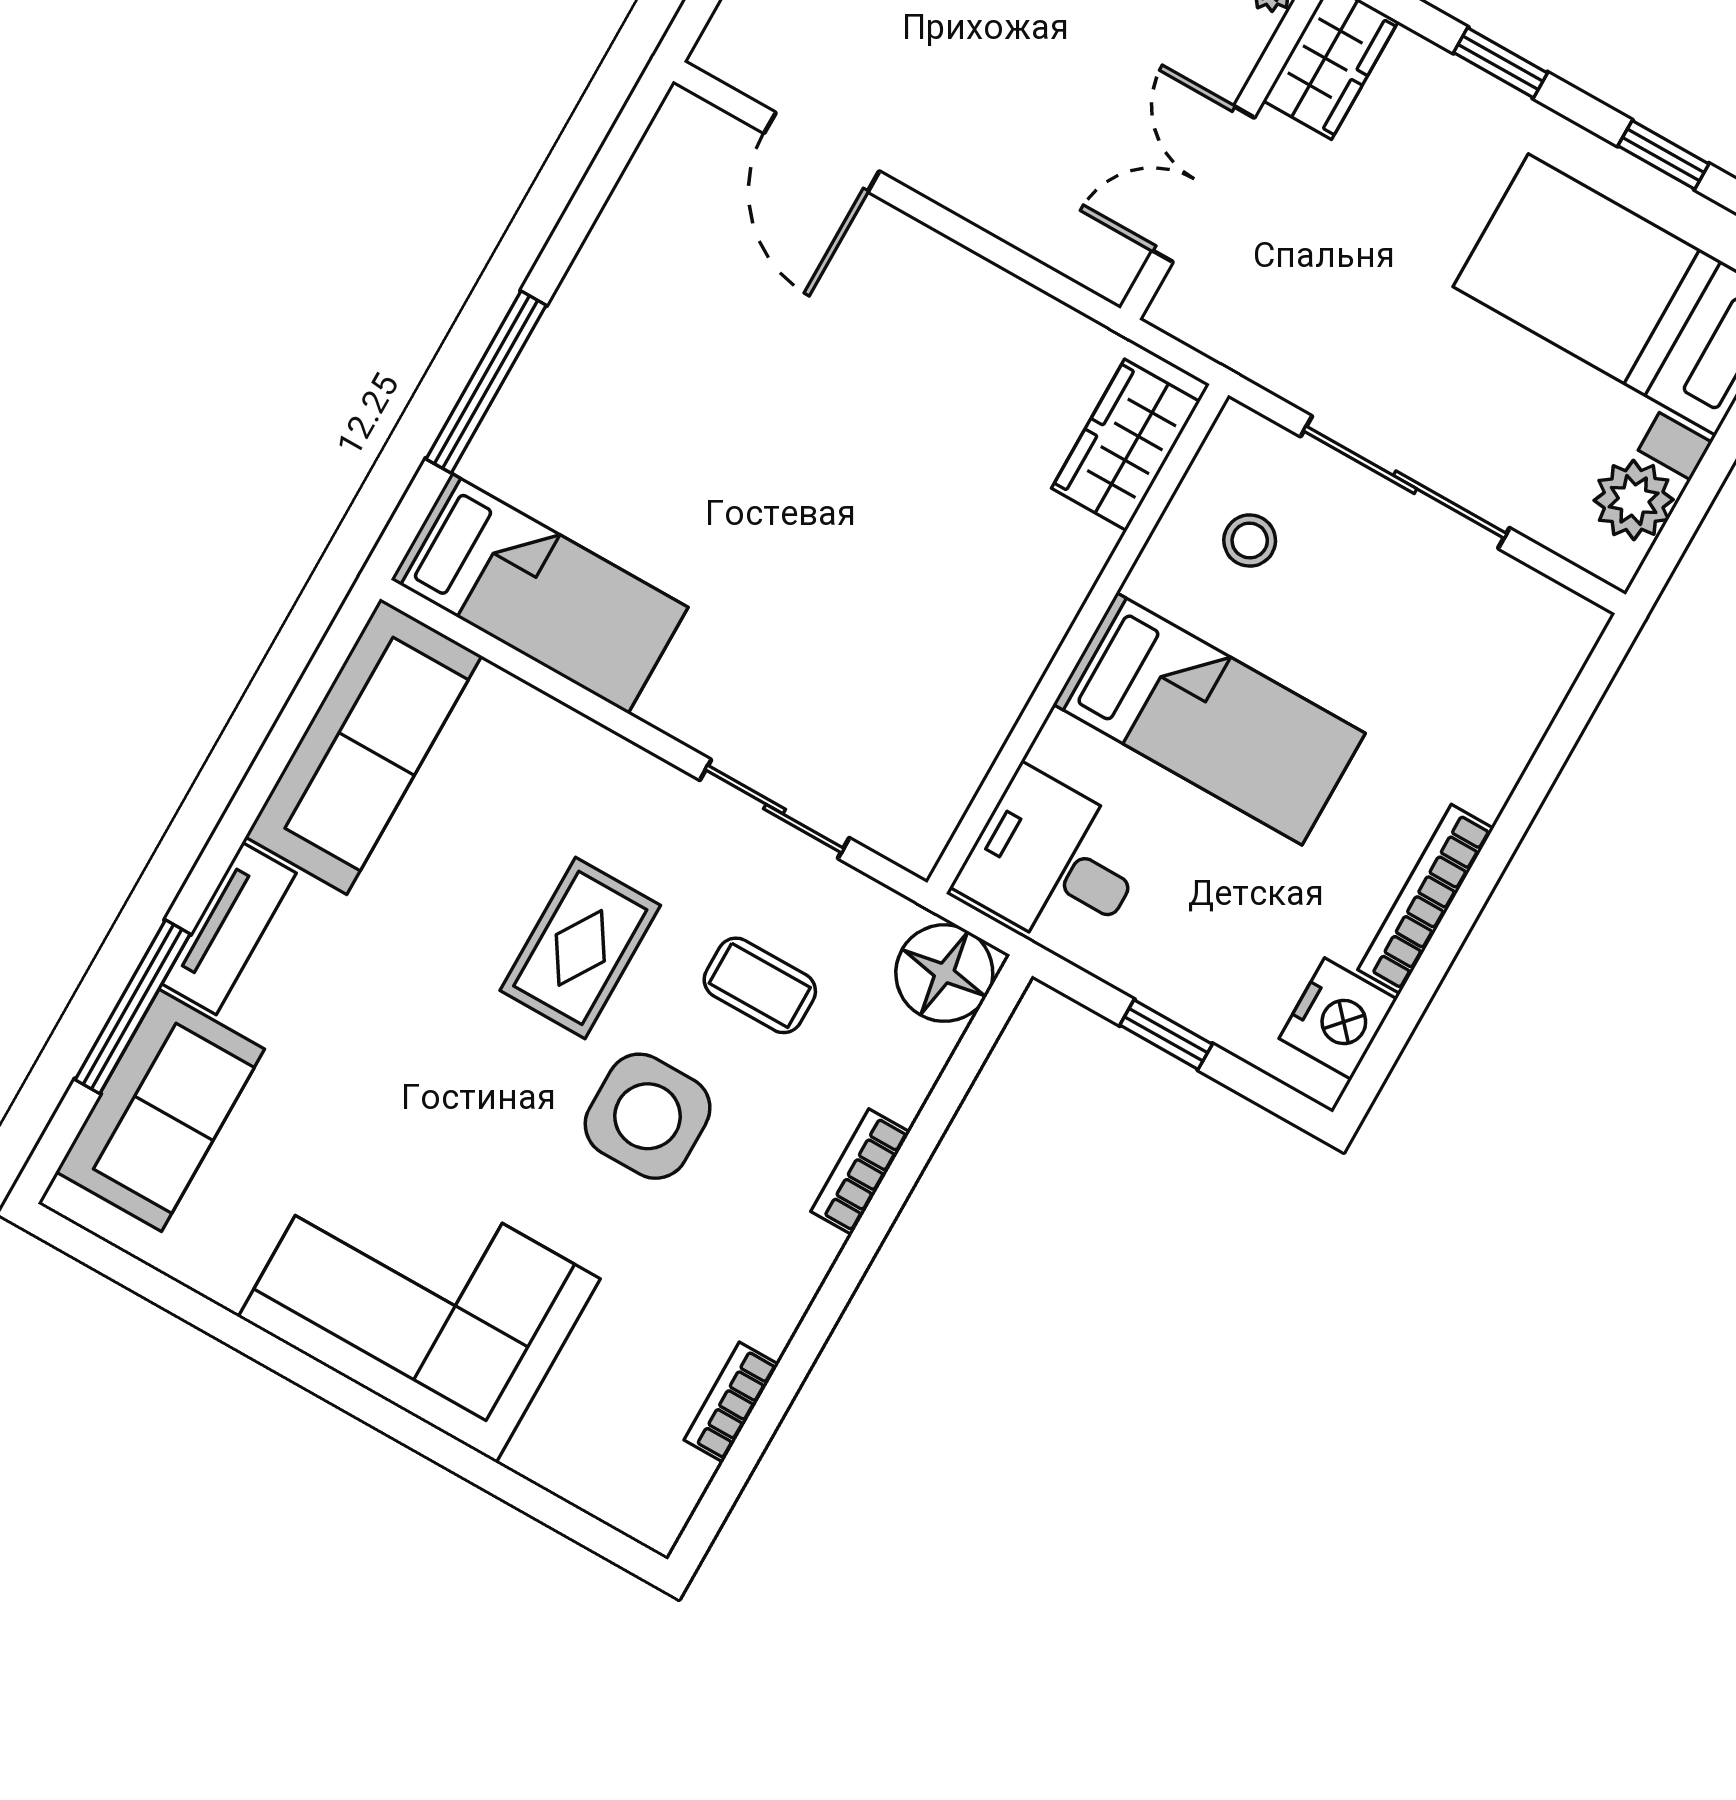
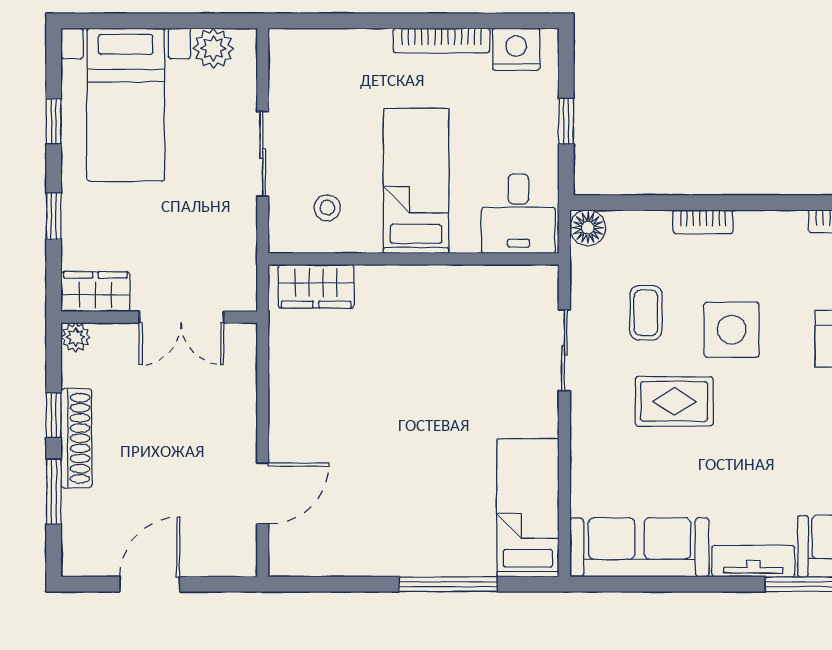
sliding door: (1405, 482) -> (263, 154), width x0.73
floor lamp: (944, 973) -> (588, 228), width x0.73, depth x0.73

